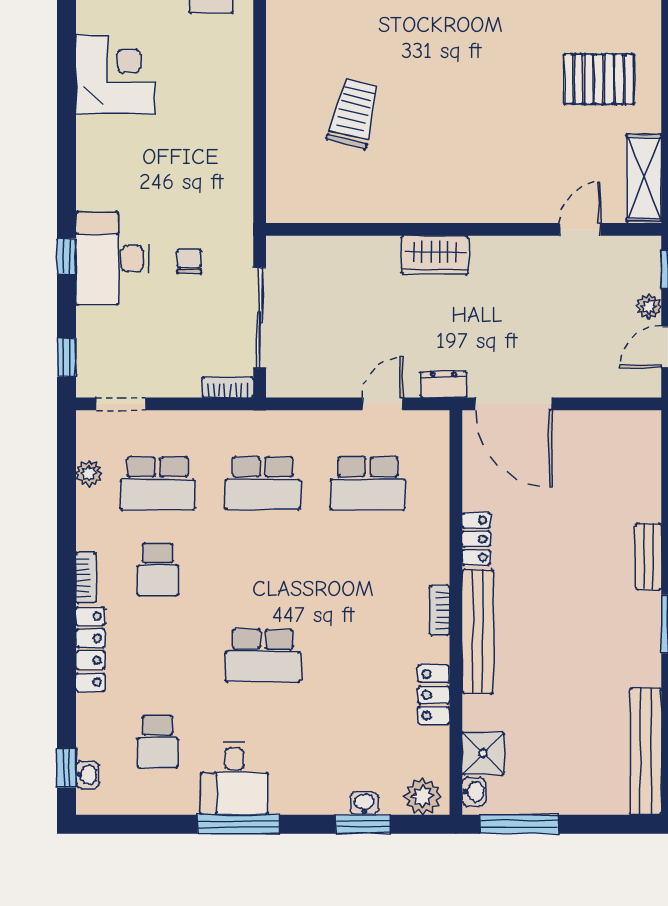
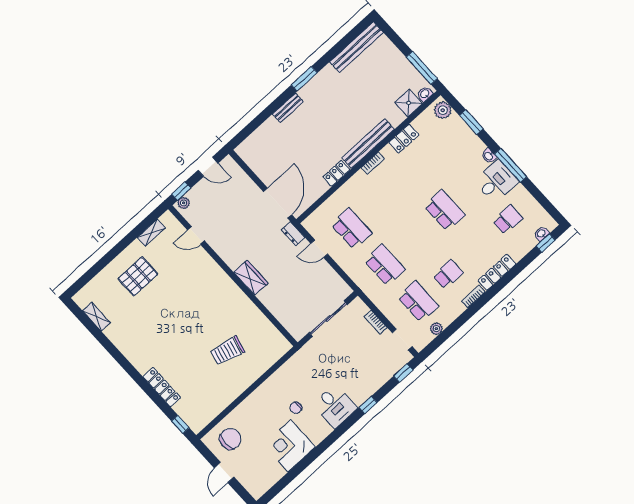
pallet: (599, 79) -> (138, 276), turned 90
shelving: (644, 178) -> (151, 233), width x0.67, depth x0.75
desk: (112, 258) -> (335, 406), moved, width x0.73
chair: (189, 261) -> (296, 408), moved
plant: (649, 306) -> (184, 203), moved
bookcase: (228, 387) -> (376, 322), moved
washbasin: (364, 803) -> (489, 156), moved

